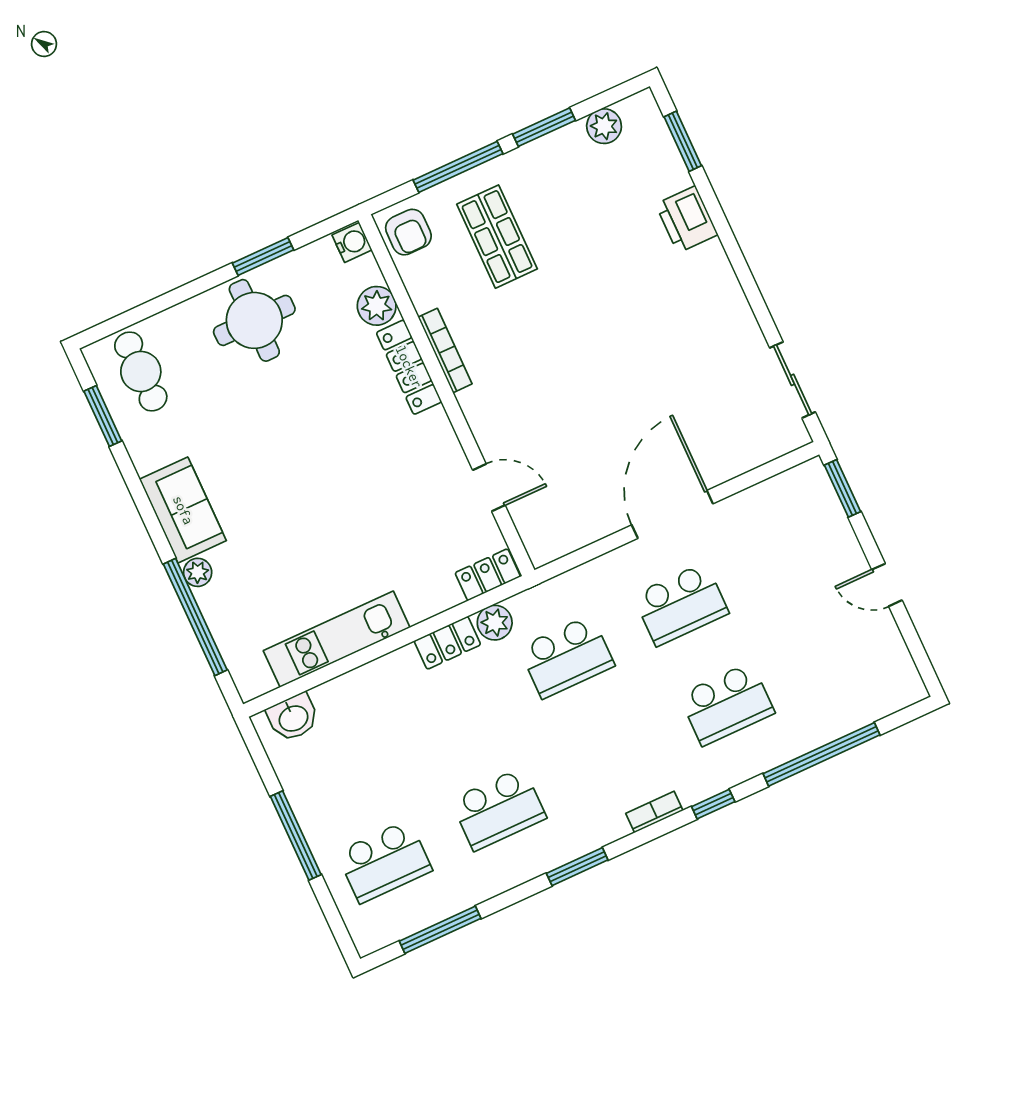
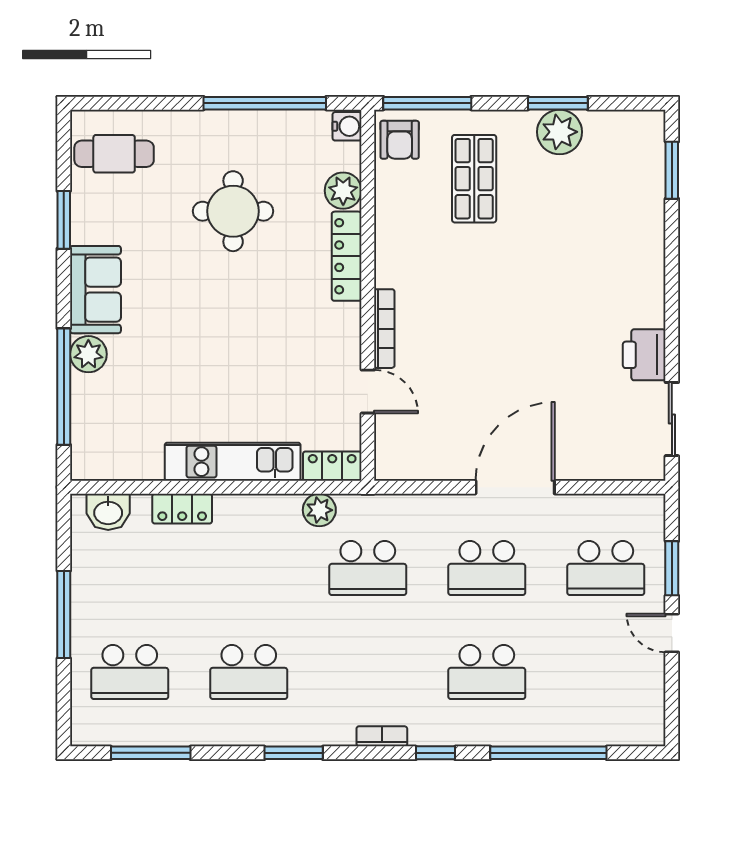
plant: (604, 126) -> (560, 132), moved, width x1.36, depth x1.36
window: (458, 167) -> (427, 103), moved
printer: (687, 219) -> (644, 355), moved
window: (263, 256) -> (265, 103), width x2.11
round table: (254, 320) -> (233, 211), moved
bookcase: (445, 350) -> (384, 329), moved
cafe table: (141, 371) -> (114, 154), turned 90
window: (103, 416) -> (64, 220), moved
window: (842, 488) -> (672, 568), moved
school desk: (795, 552) -> (606, 568), added
plant: (198, 572) -> (88, 354), width x1.38, depth x1.38
kitchen unit: (337, 639) -> (233, 462), moved
locker: (447, 643) -> (182, 509), moved

